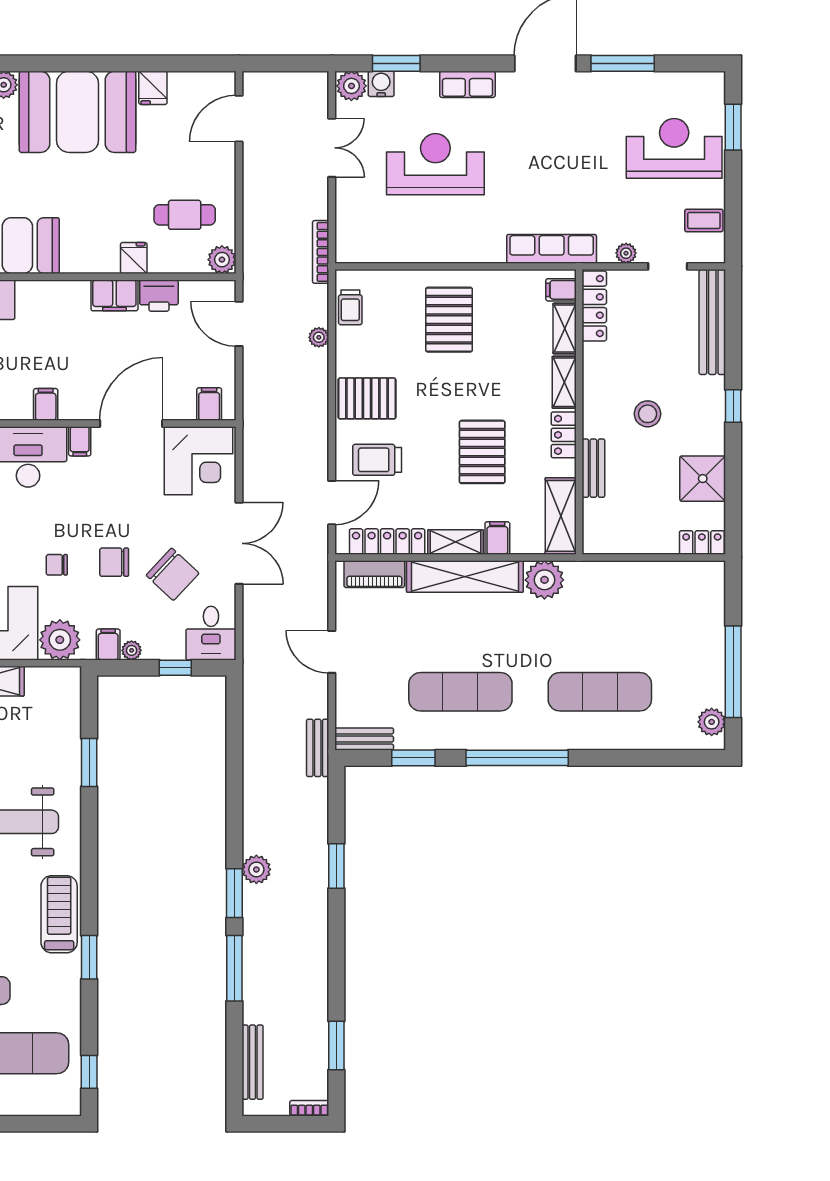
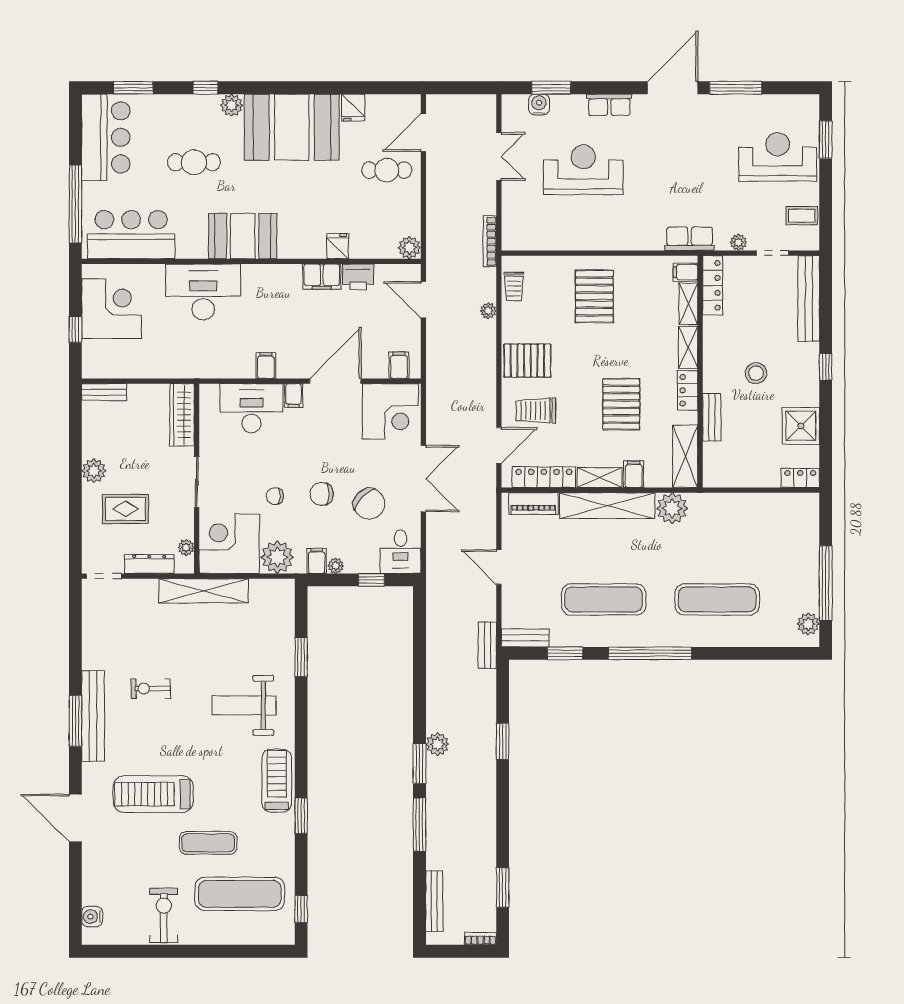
plant: (351, 86) -> (515, 106), removed
cafe table: (185, 215) -> (387, 170), moved
row of seats: (552, 249) -> (690, 239), width x0.68

